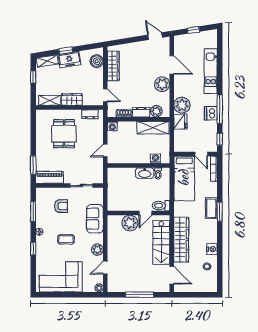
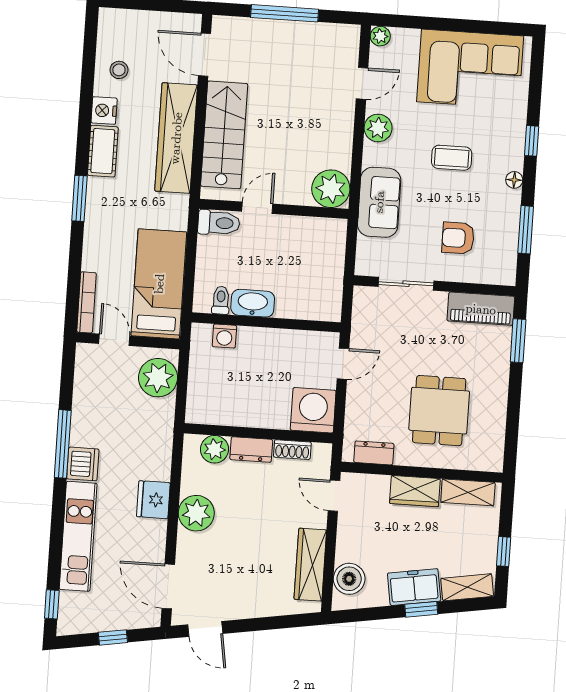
door: (172, 65) -> (168, 586), moved
plant: (182, 105) -> (158, 378), moved
dishwasher: (211, 113) -> (83, 464), moved
fridge: (180, 122) -> (153, 500), moved
washing machine: (112, 126) -> (313, 410), width x1.89, depth x1.89
shelving: (153, 128) -> (225, 411), removed
window: (220, 139) -> (52, 604), moved
cot: (211, 208) -> (103, 151), moved
plant: (130, 223) -> (331, 189), moved

